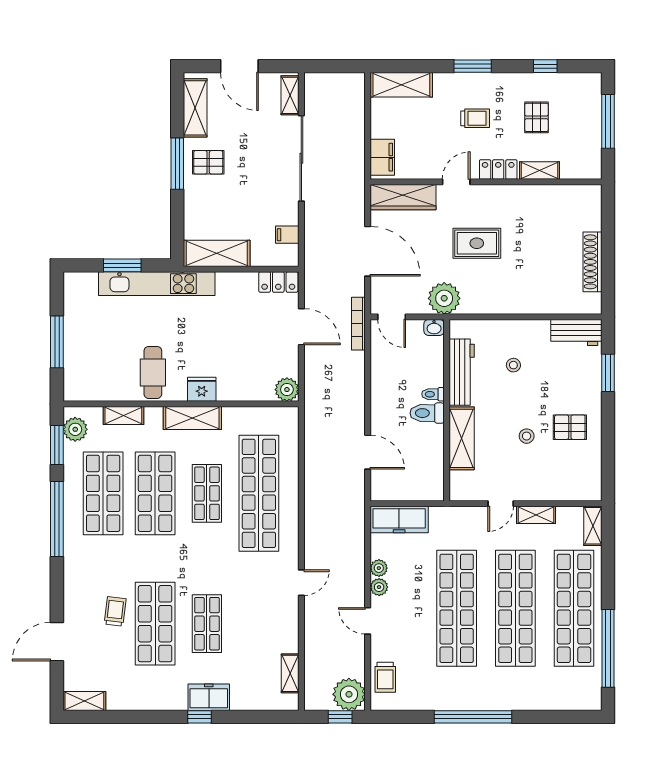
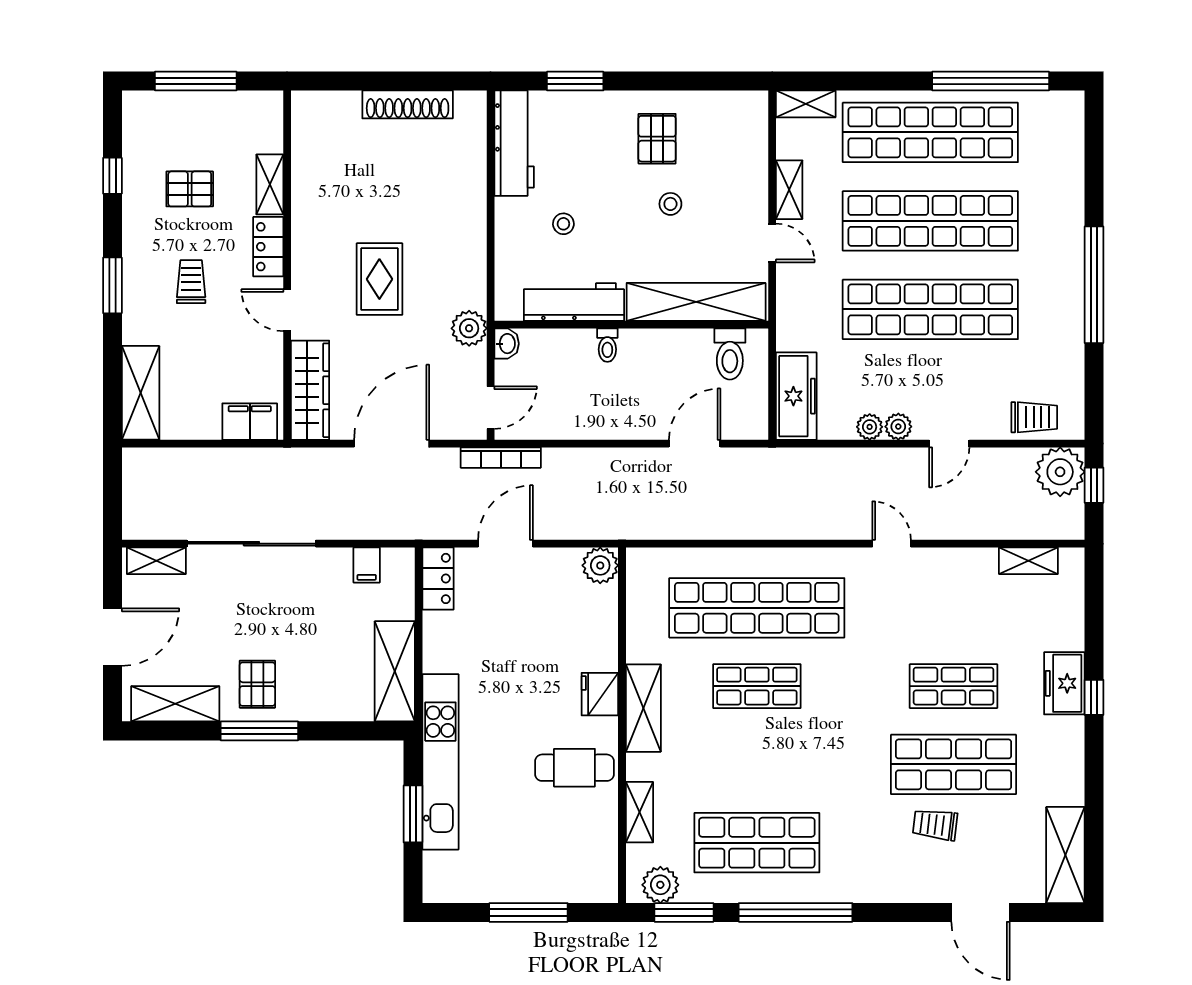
plant: (444, 298) -> (469, 328), width x0.73, depth x0.73
workbench: (576, 332) -> (514, 143), width x1.37
toilet: (427, 413) -> (730, 354), moved
shelving: (462, 438) -> (696, 302), width x1.47
shop shelf: (155, 493) -> (757, 764), removed
shelving: (84, 701) -> (1065, 855), width x1.50, depth x1.33

